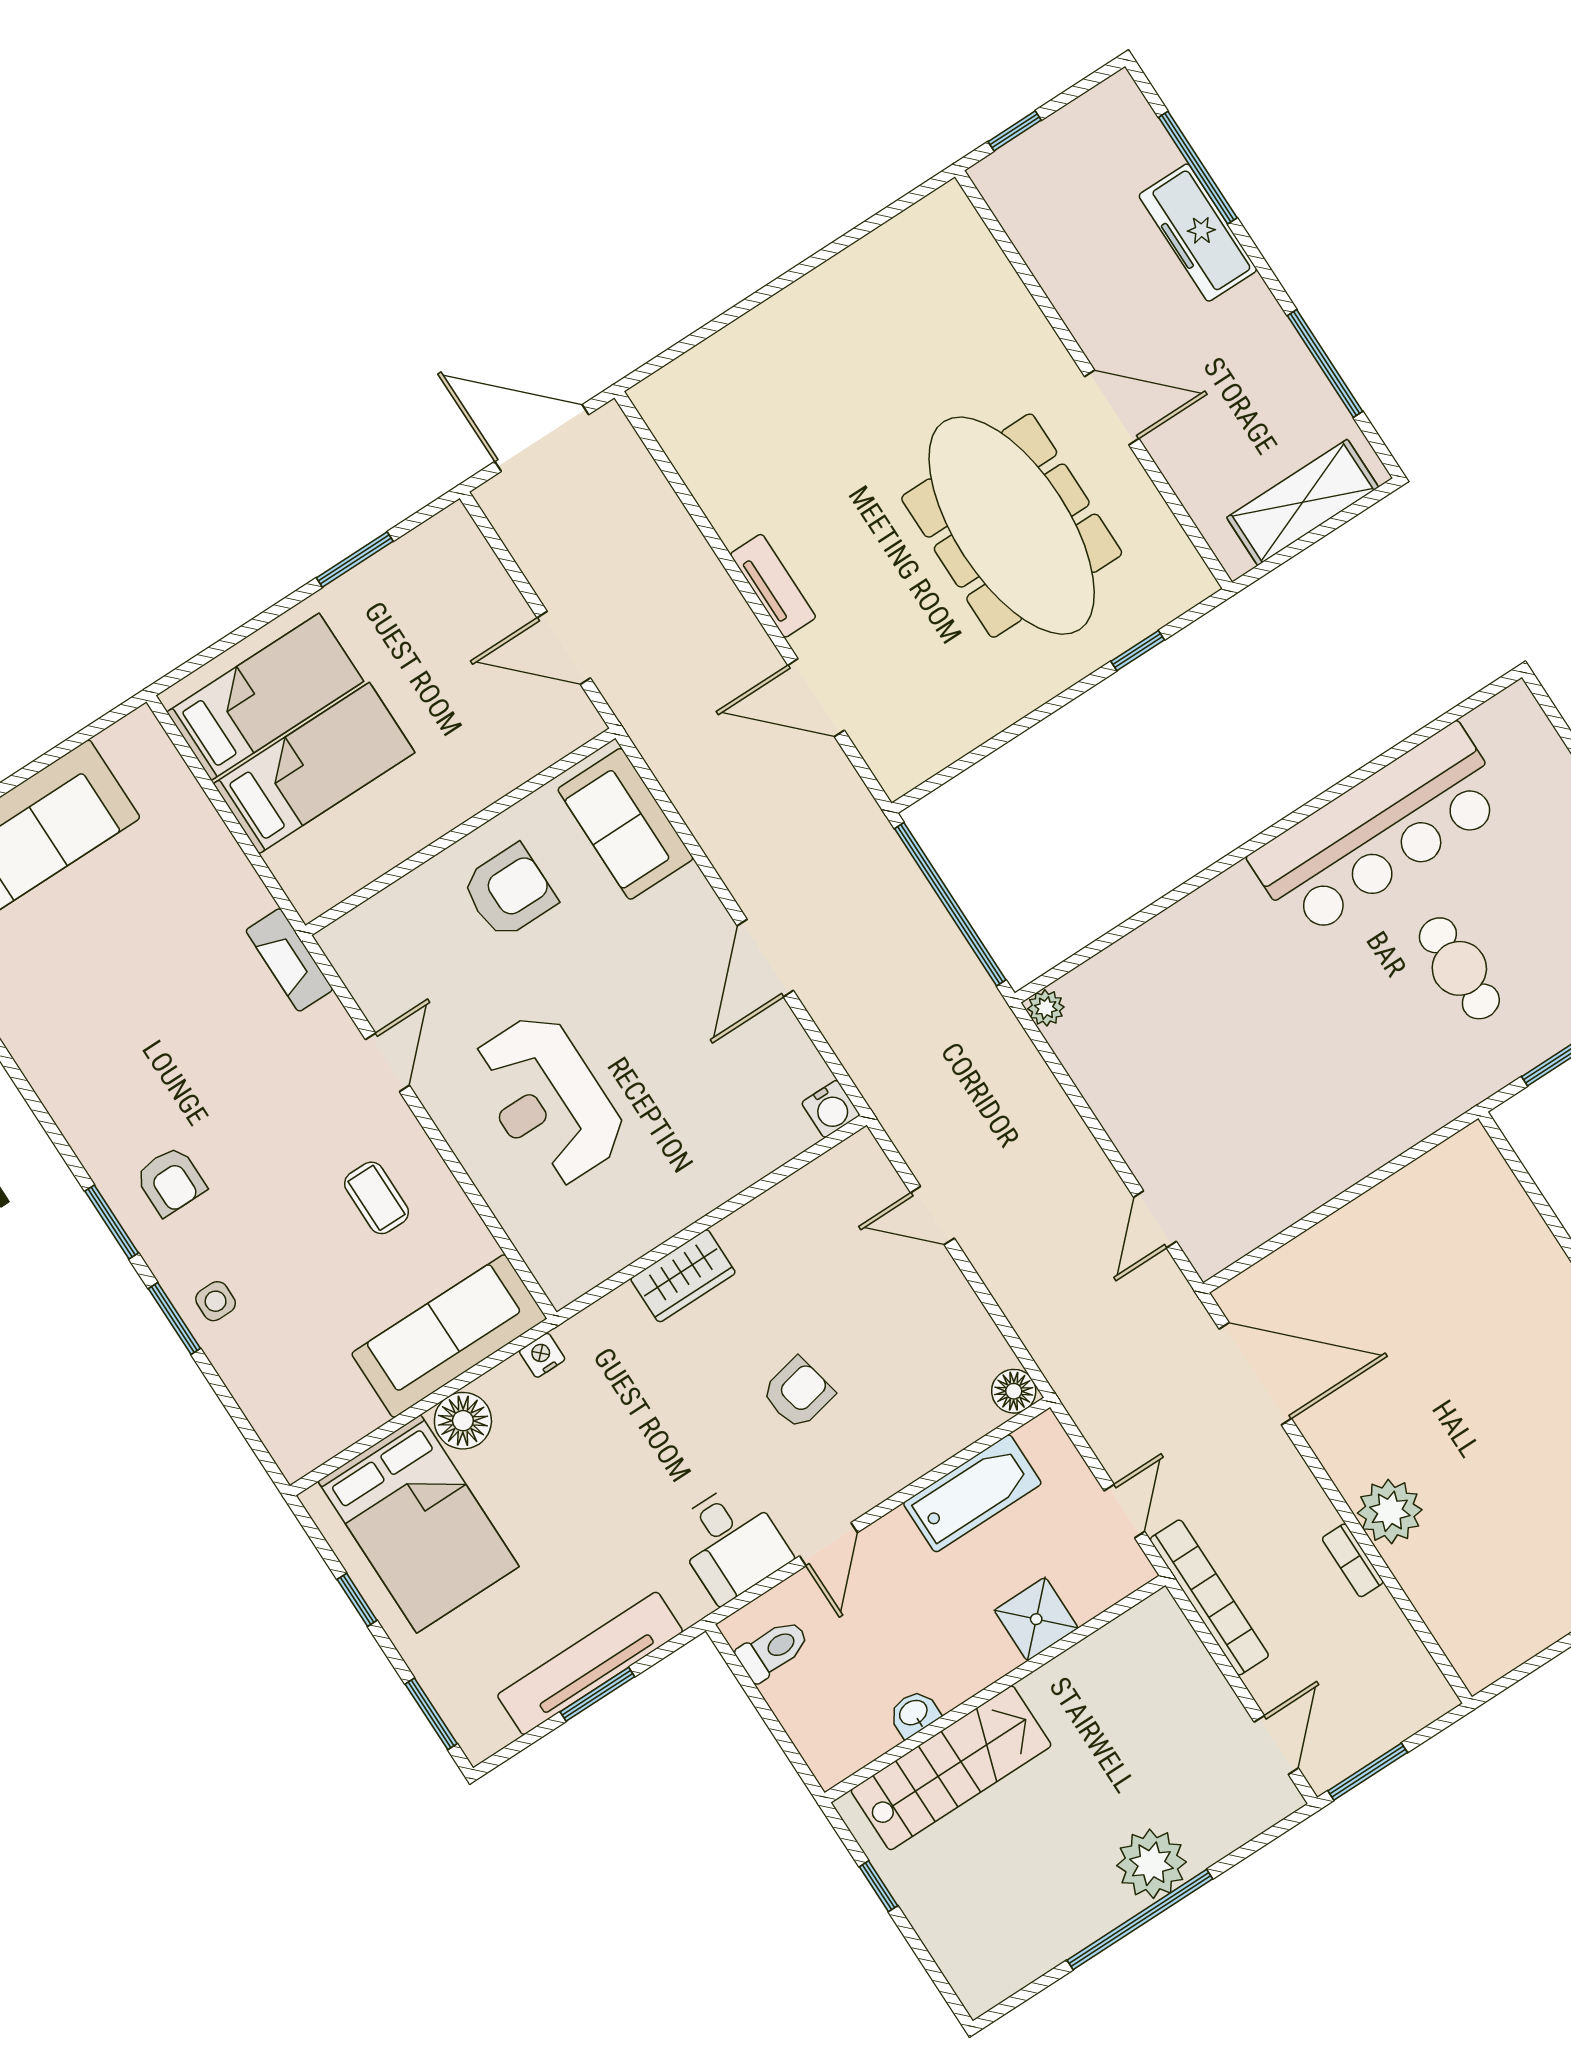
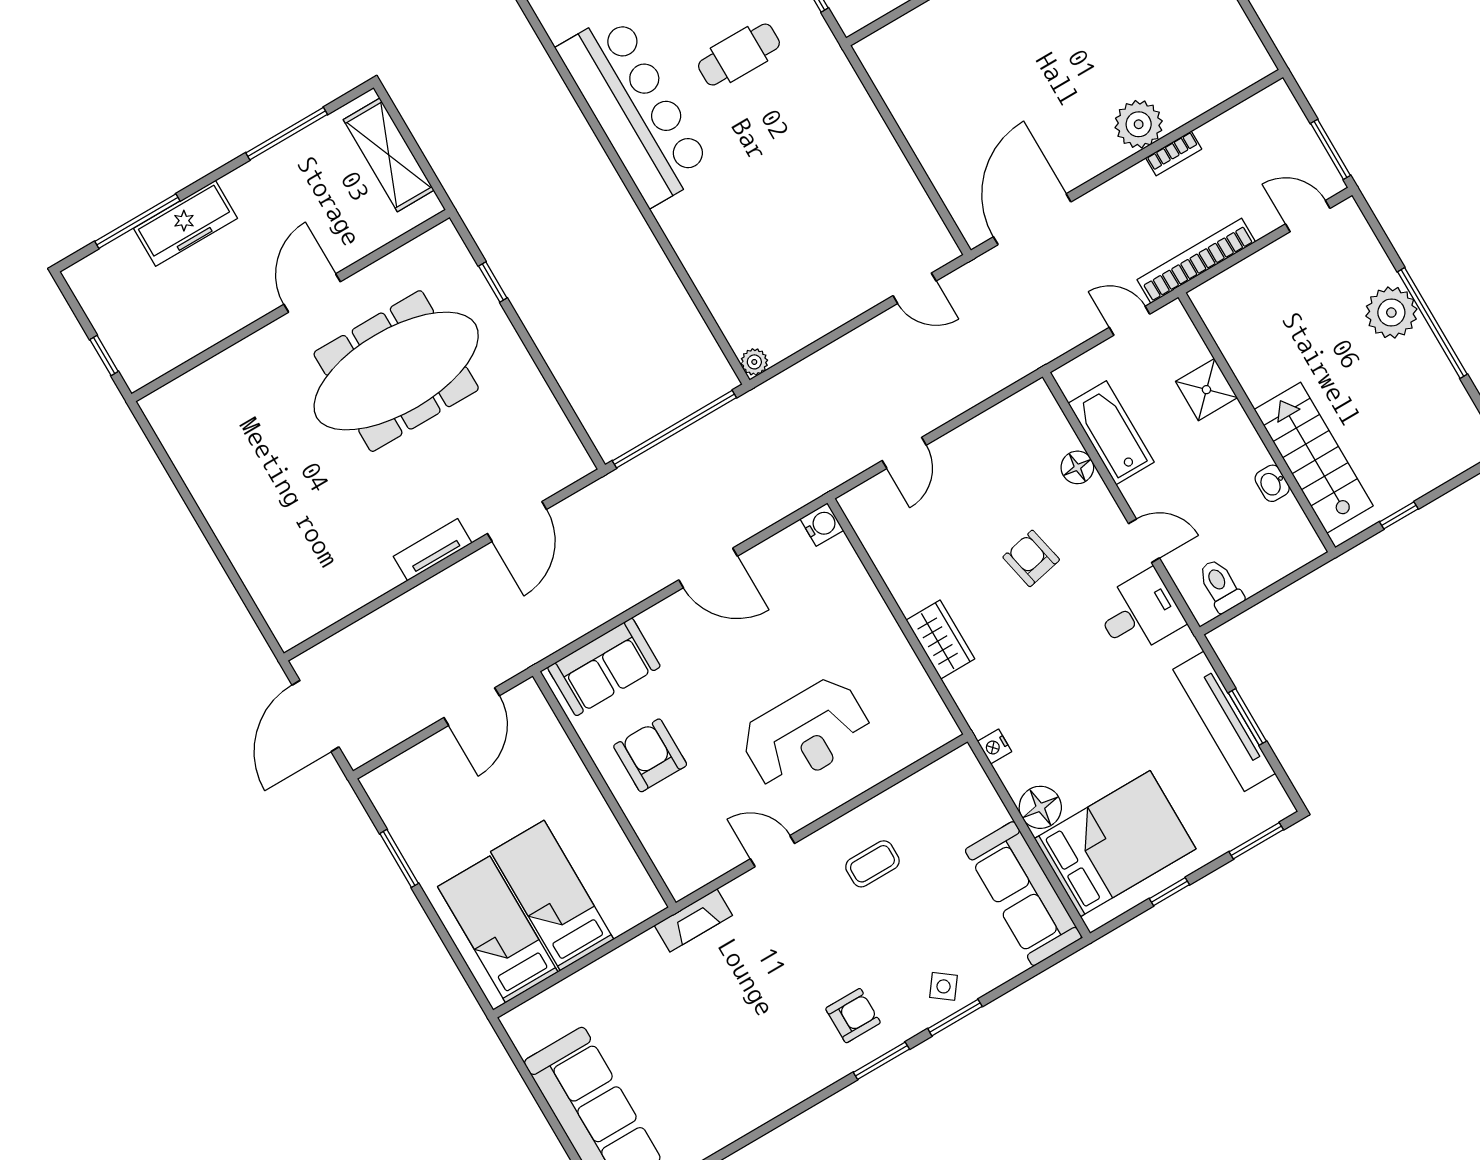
side table: (216, 1301) -> (944, 986), turned 37
sofa: (449, 1336) -> (1023, 894), moved
floor lamp: (1014, 1391) -> (1077, 467), moved

